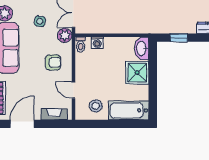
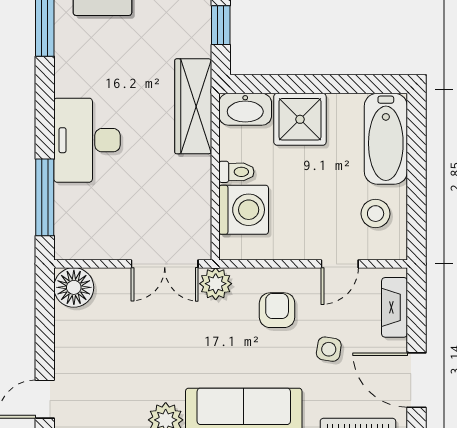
side table: (40, 21) -> (329, 349), moved
wardrobe: (143, 25) -> (193, 106), added
washing machine: (97, 43) -> (244, 210), width x1.89, depth x1.89
toilet: (81, 45) -> (236, 172), moved

